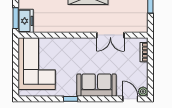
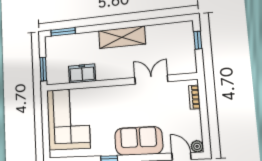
freezer: (26, 21) -> (82, 73), moved, turned -90
double door: (110, 35) -> (151, 80), swing flipped

